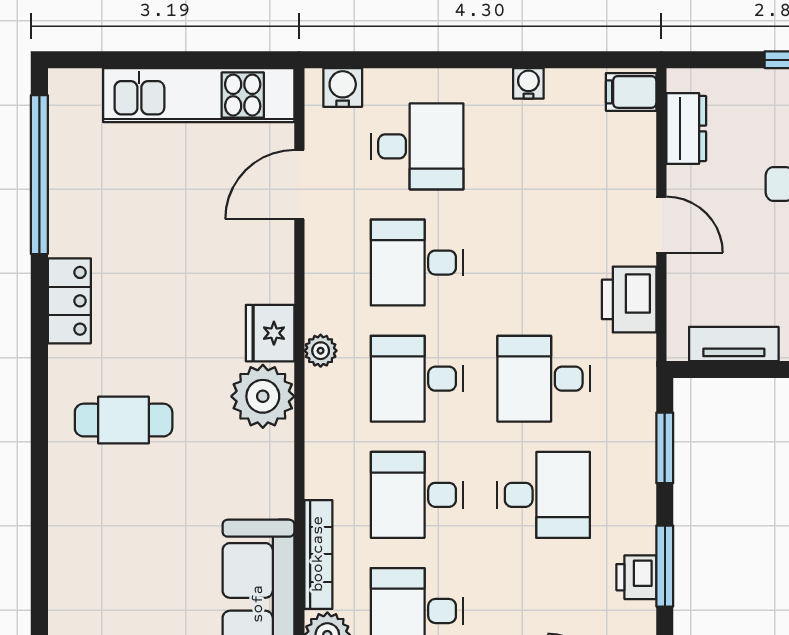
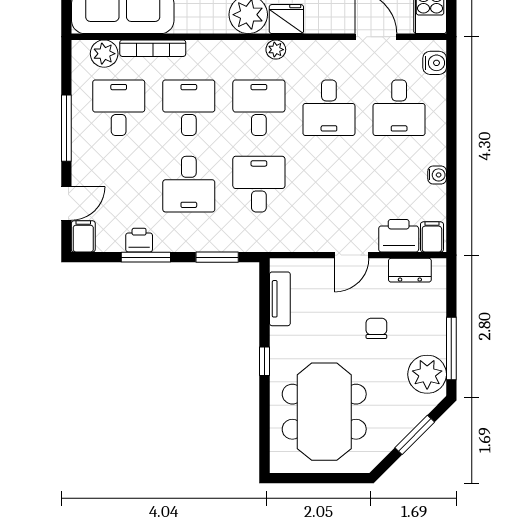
desk: (417, 263) -> (329, 108), turned 180
printer: (629, 299) -> (399, 236), moved

